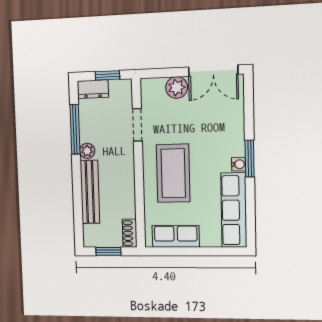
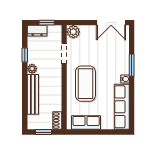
plant: (177, 87) -> (73, 32), moved
window: (75, 129) -> (25, 55), width x0.46
window: (250, 159) -> (132, 65), moved

